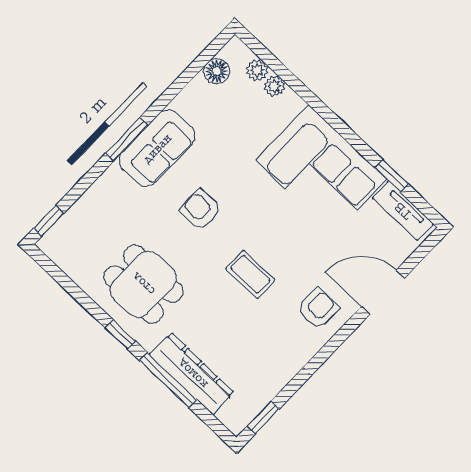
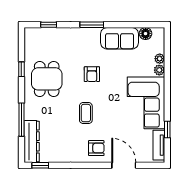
plant: (257, 70) -> (159, 70), moved
sofa: (157, 148) -> (120, 38), moved
armchair: (201, 210) -> (92, 74), turned 180
window: (49, 221) -> (49, 25), moved
window: (120, 334) -> (21, 69), moved
dresser: (192, 374) -> (32, 141), moved

